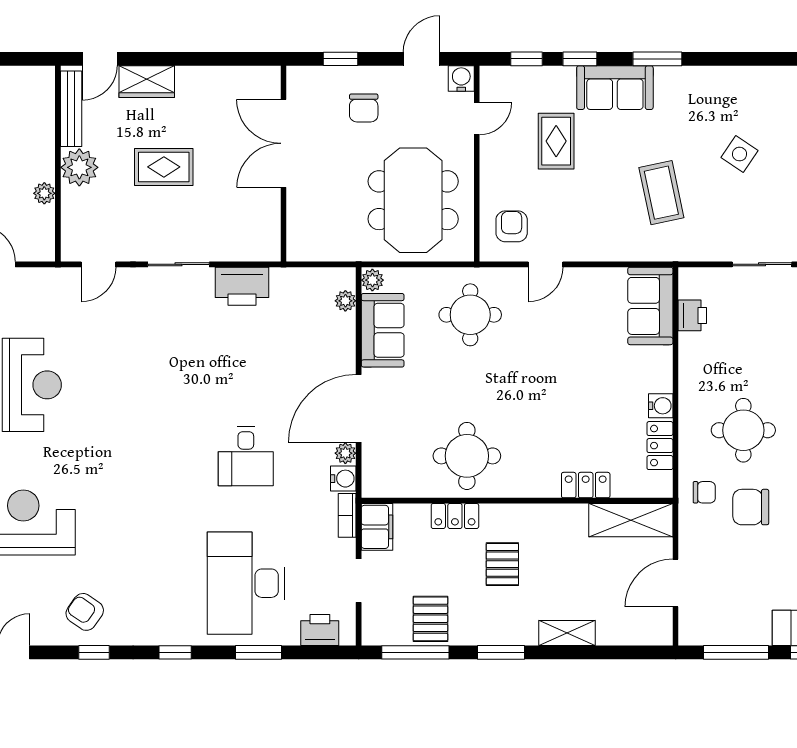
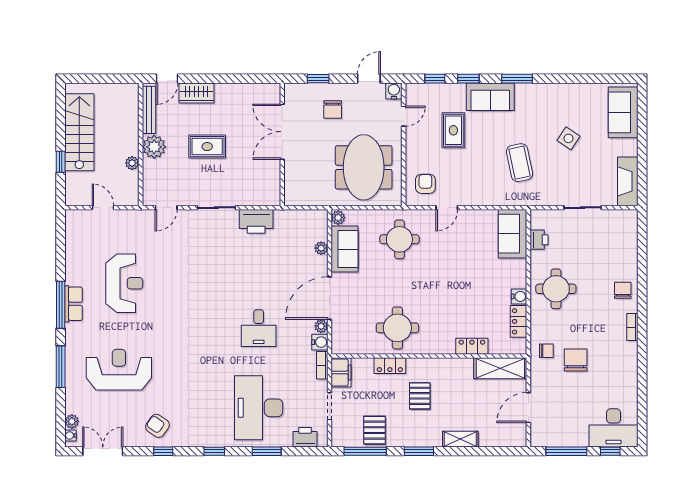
plant: (345, 301) -> (321, 248), moved
round table: (743, 430) -> (556, 289), moved
chair: (751, 507) -> (576, 360), turned 90

